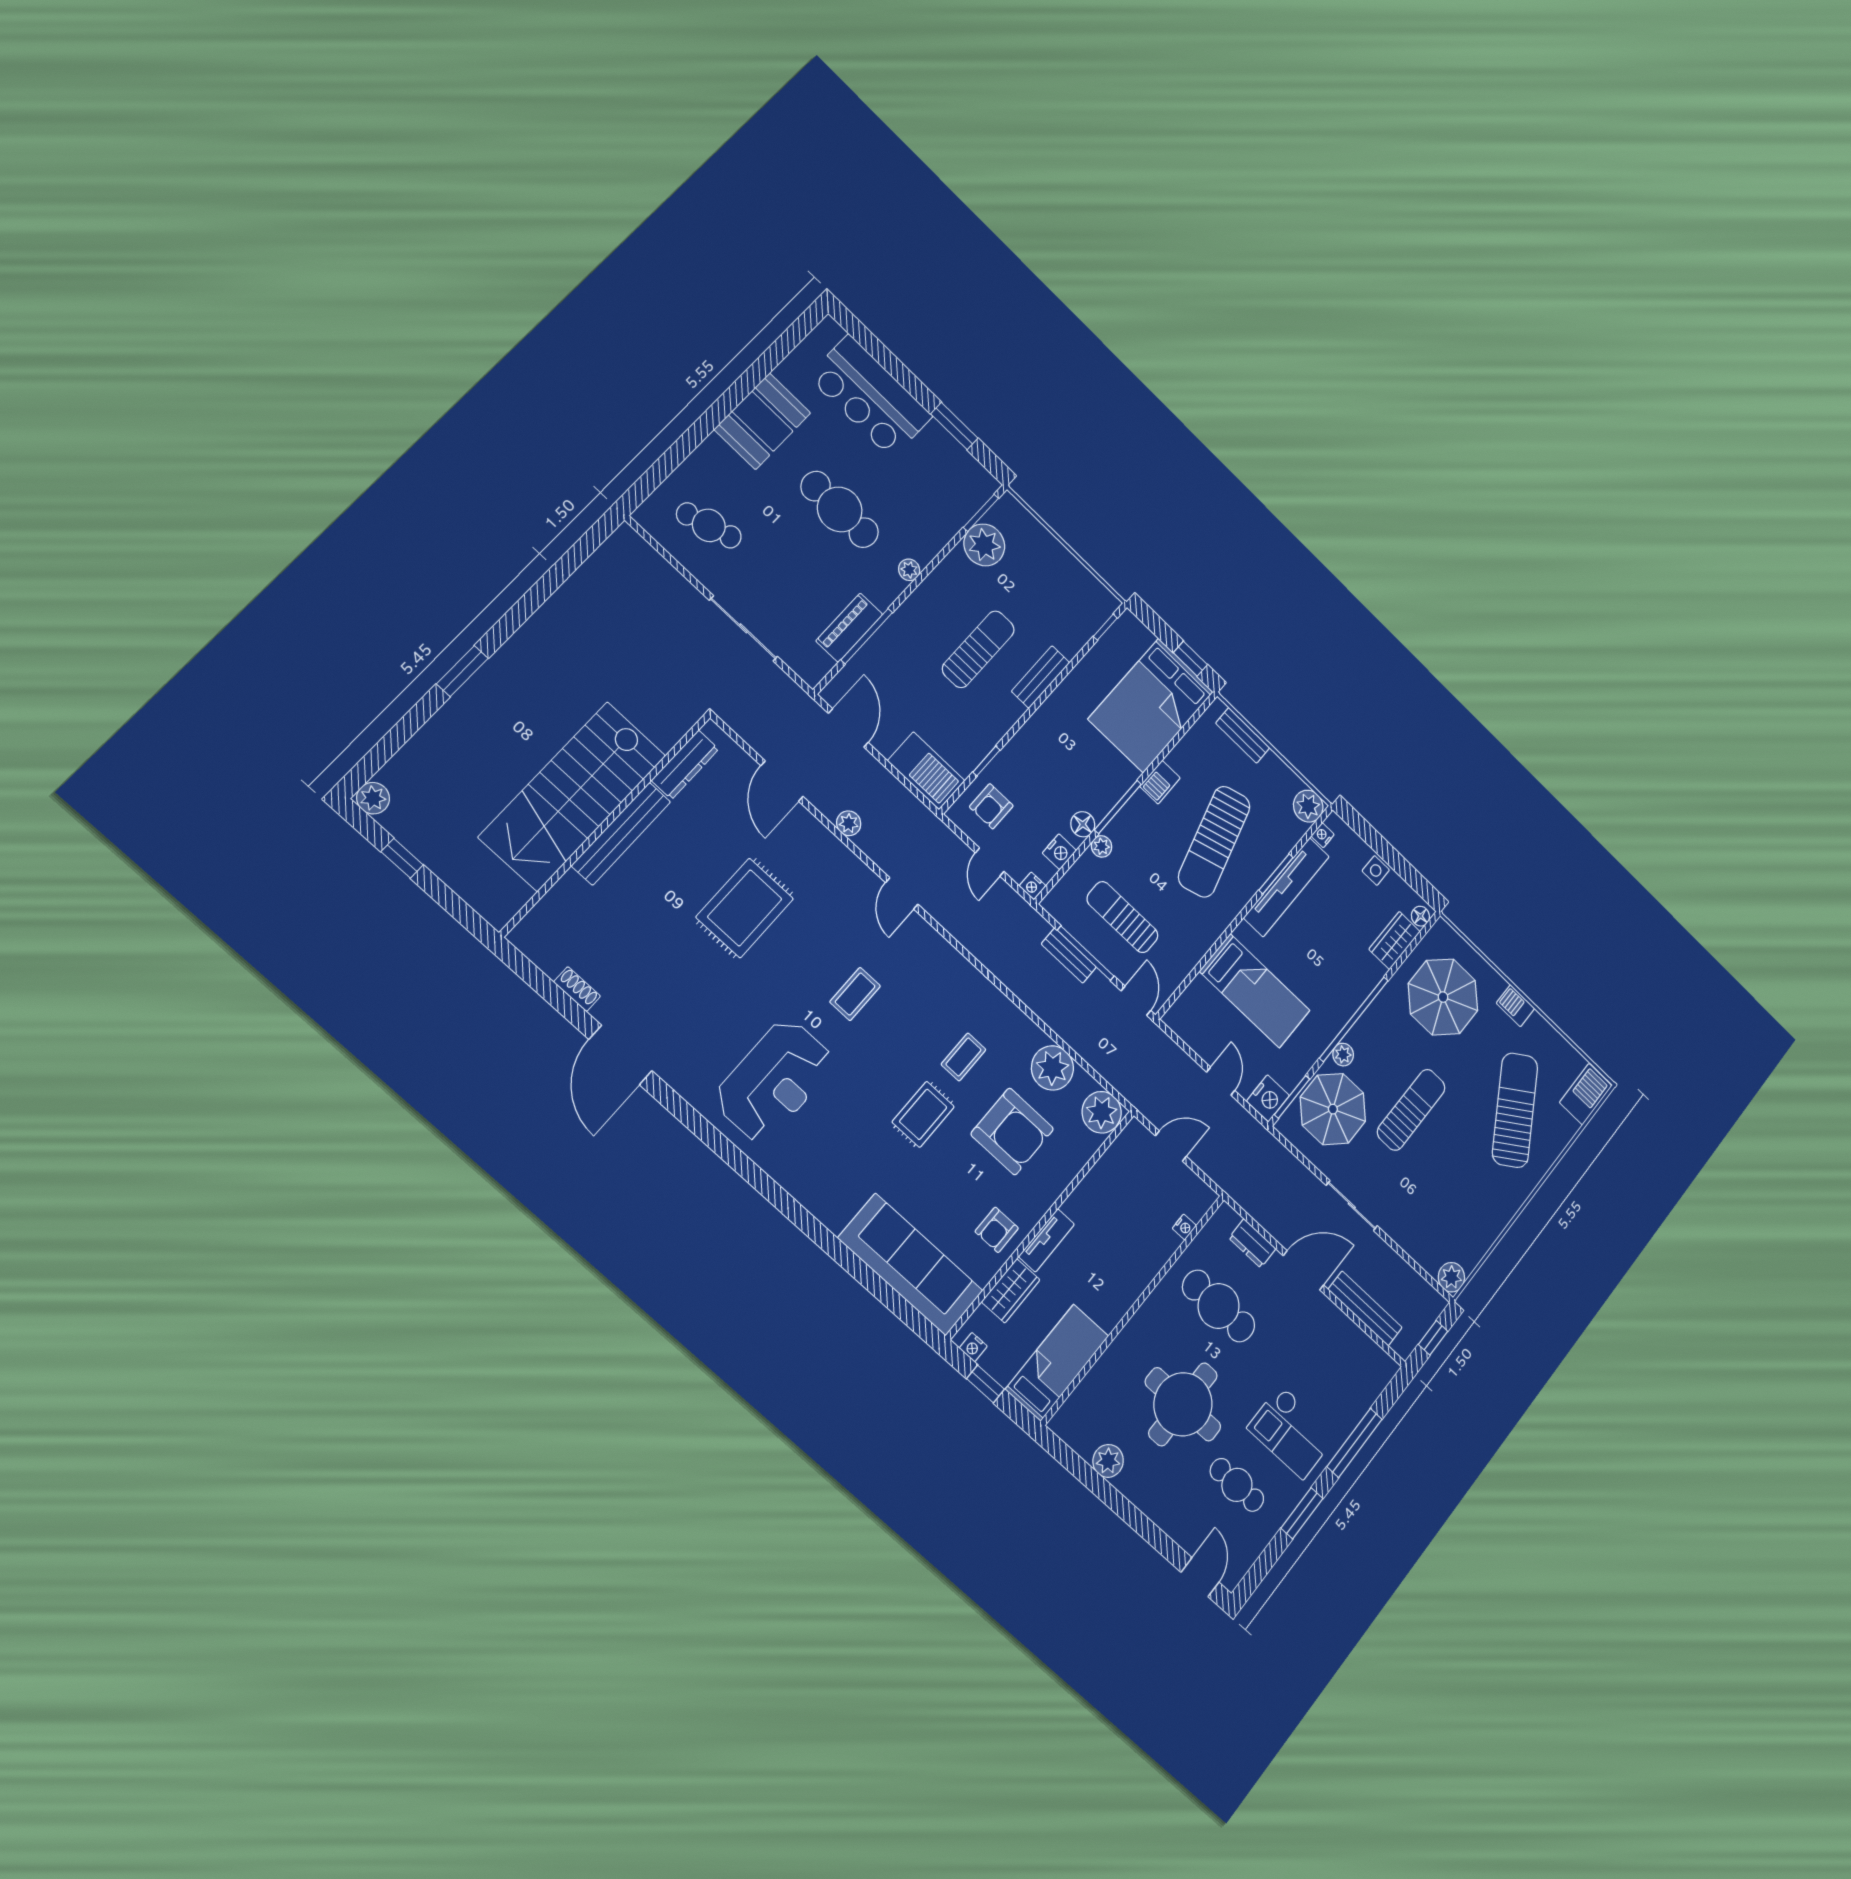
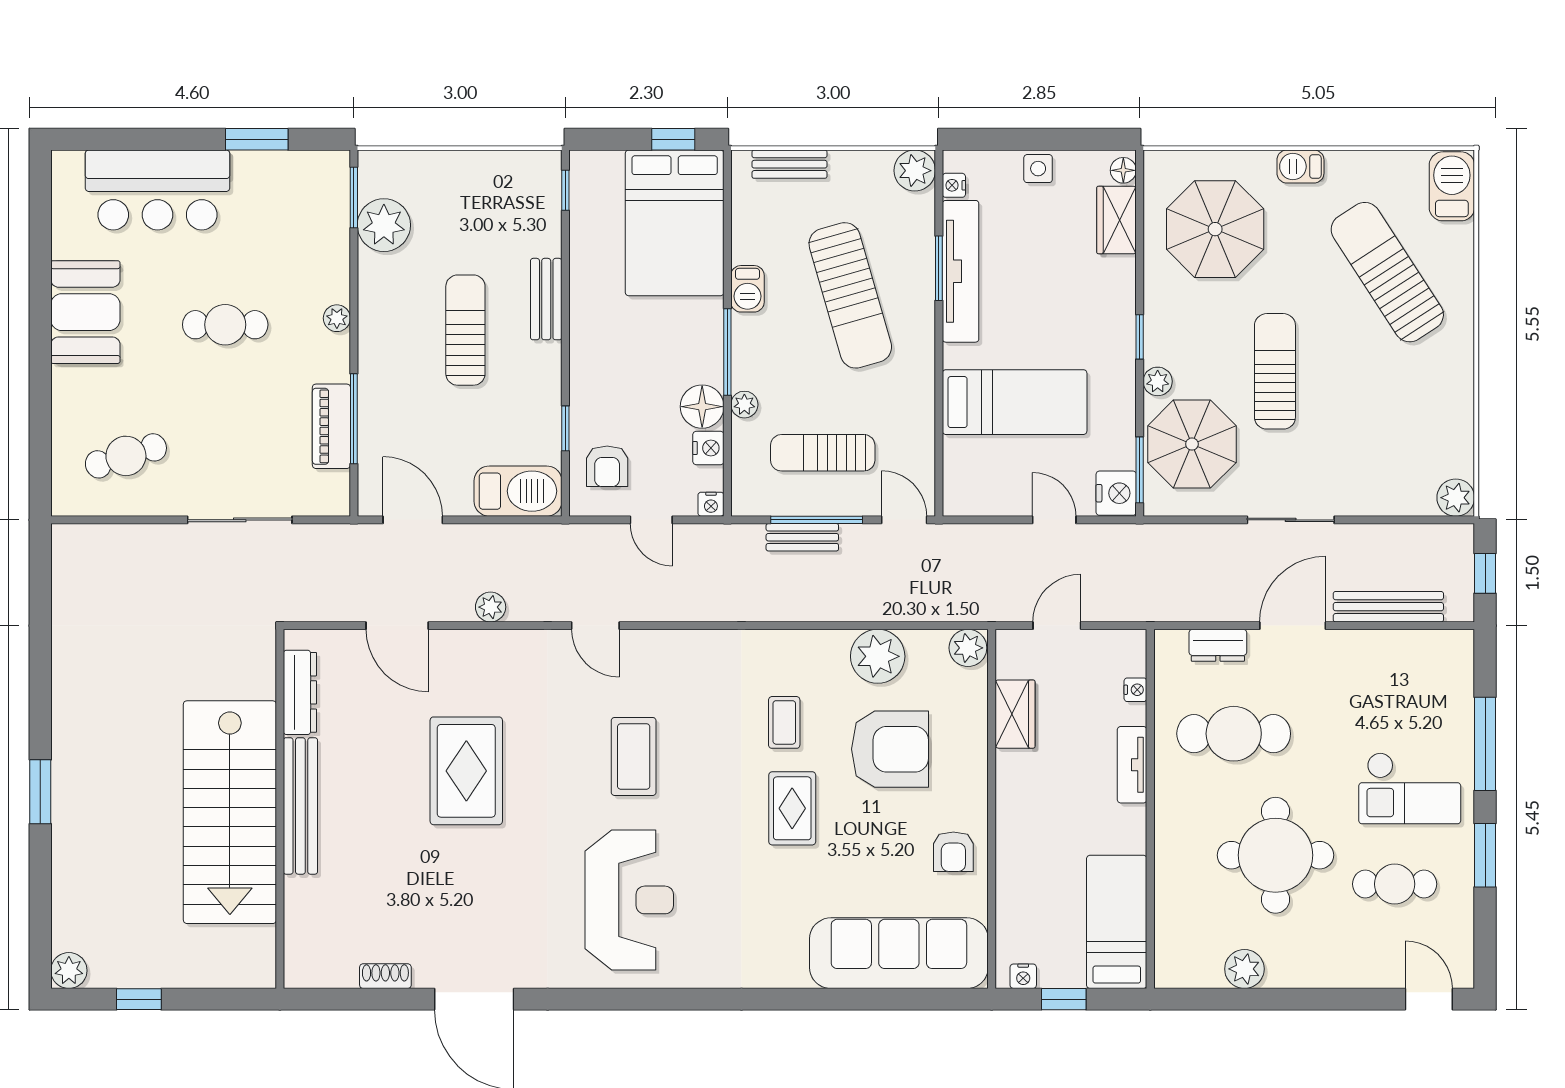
cafe table: (840, 509) -> (225, 325), width x0.73, depth x0.74
floor lamp: (1083, 824) -> (702, 407), width x1.38, depth x1.38
coffee table: (855, 994) -> (634, 756), width x1.36, depth x1.30
window: (1354, 1019) -> (1140, 337), width x0.32
plant: (1102, 1112) -> (968, 648), width x0.73, depth x0.73
tv unit: (1047, 1240) -> (1132, 765), moved, turned 180
wardrobe: (1011, 1291) -> (1015, 714), moved

